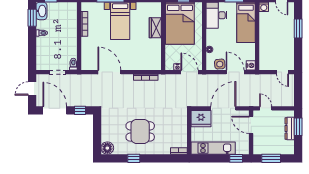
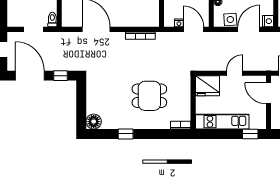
door: (235, 72) -> (249, 29), hinge flipped
door: (223, 108) -> (235, 73), width x0.53
dining table: (140, 131) -> (149, 96), moved

